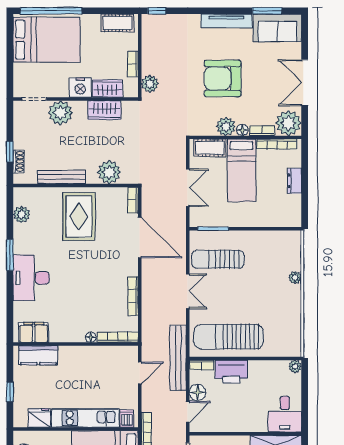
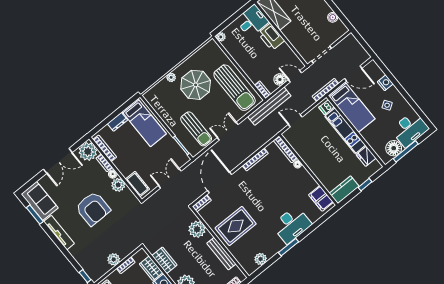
plant: (150, 84) -> (114, 259), moved
bed: (242, 170) -> (144, 123), moved, turned 90
parasol: (266, 297) -> (196, 85), added
kitchen counter: (38, 355) -> (344, 190), moved, turned -90
printer: (231, 372) -> (271, 37), moved, turned 180

